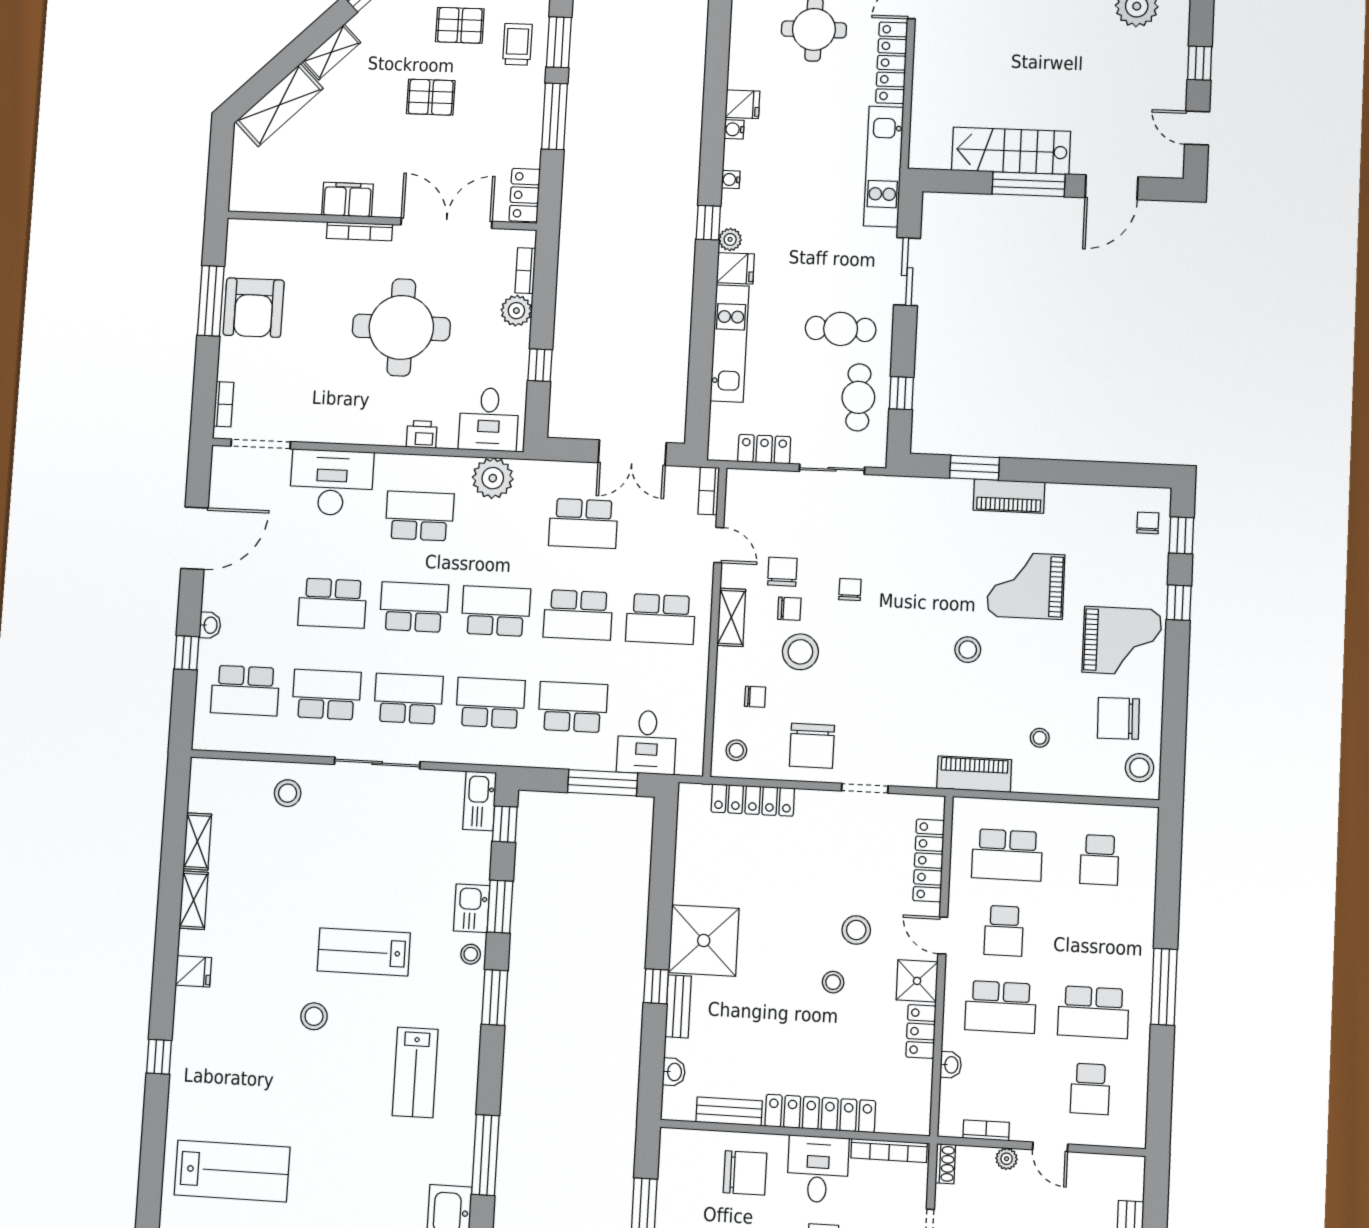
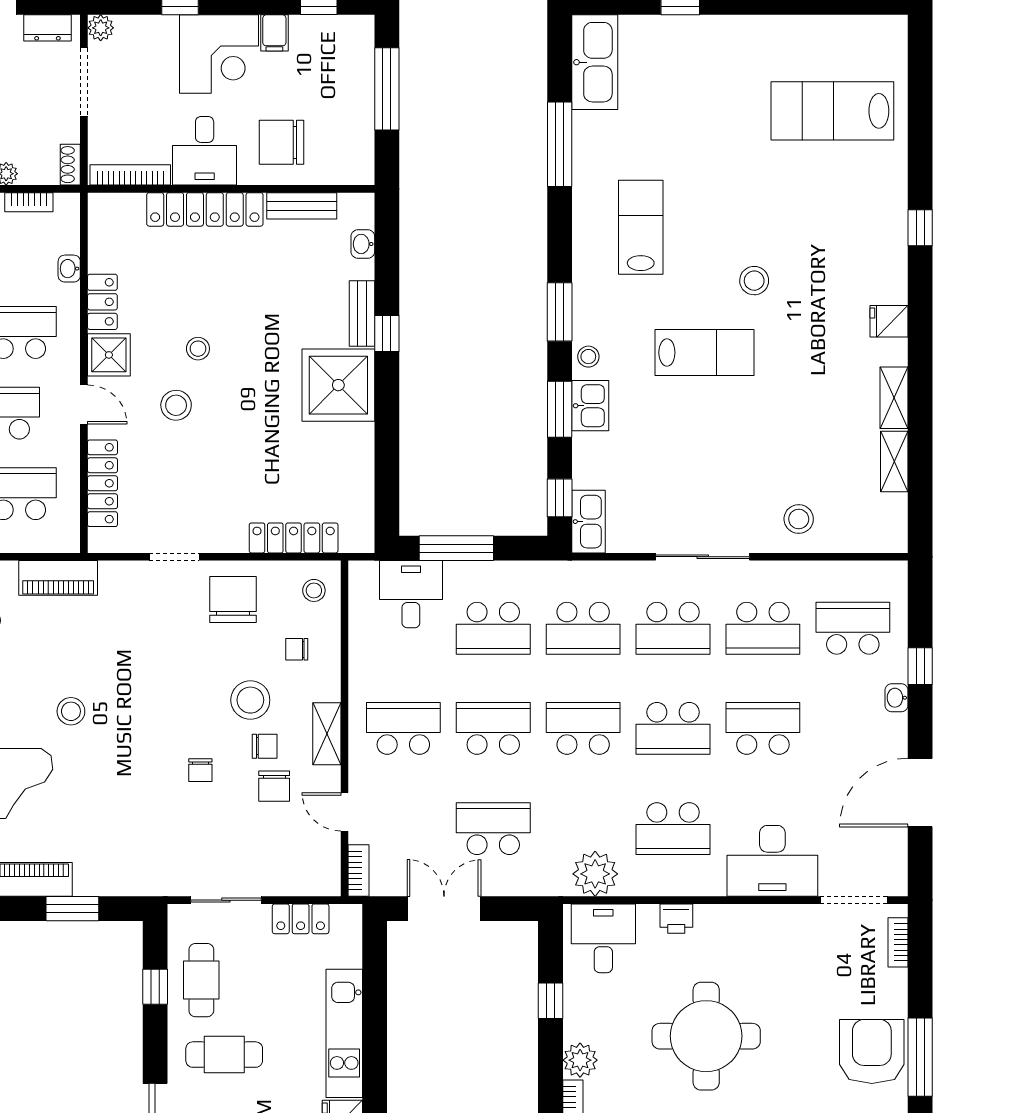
chair: (789, 609) -> (265, 746), turned 180
school desk: (496, 611) -> (583, 728), turned 180

